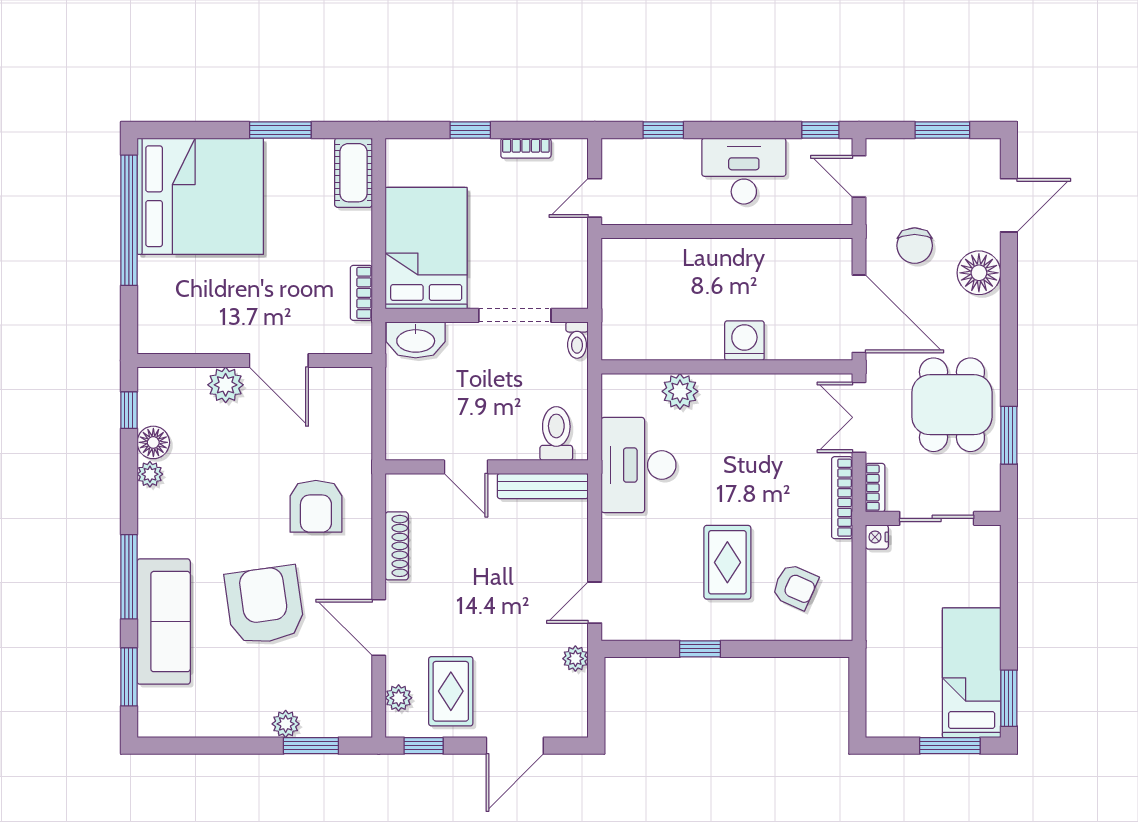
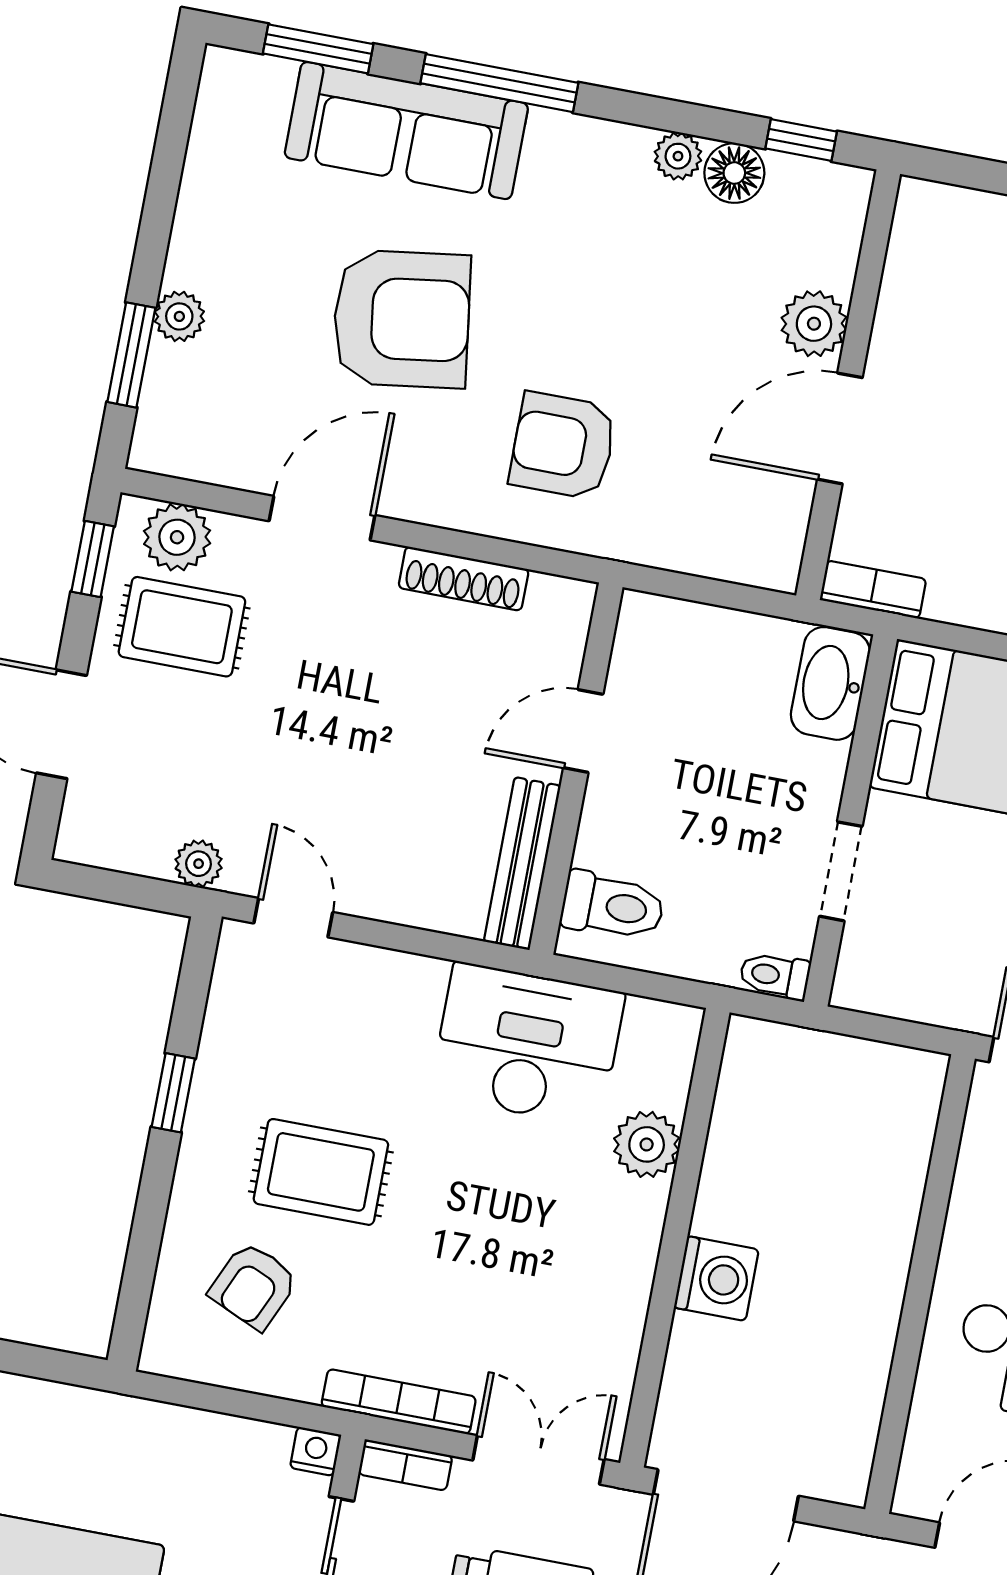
bookcase: (361, 293) -> (873, 590), moved
doorway: (515, 315) -> (841, 871), width x0.73
plant: (399, 698) -> (177, 537), width x1.38, depth x1.38

